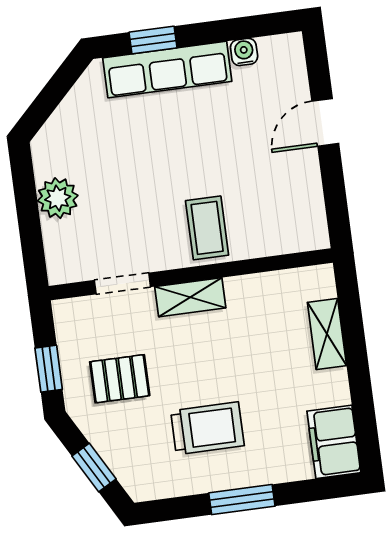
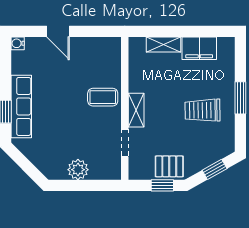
water cooler: (244, 52) -> (18, 43), moved
pallet: (120, 379) -> (169, 166), moved, turned 90
trolley: (207, 428) -> (203, 110), turned -91
filing cabinet: (334, 442) -> (199, 48), moved

